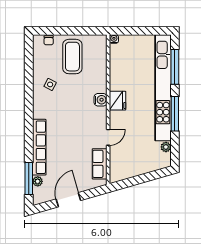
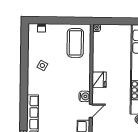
coffee table: (72, 57) -> (75, 43), moved
water cooler: (101, 100) -> (85, 96), moved

